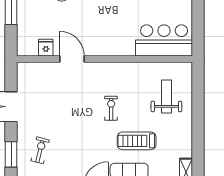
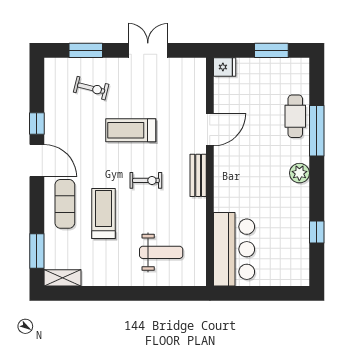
fridge: (46, 48) -> (225, 67), moved
bench: (107, 68) -> (198, 175), added
treadmill: (73, 120) -> (131, 130), added

